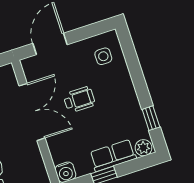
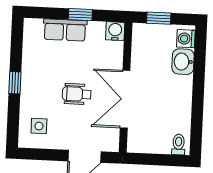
window: (151, 118) -> (15, 83), moved
plant: (143, 148) -> (34, 26), removed

